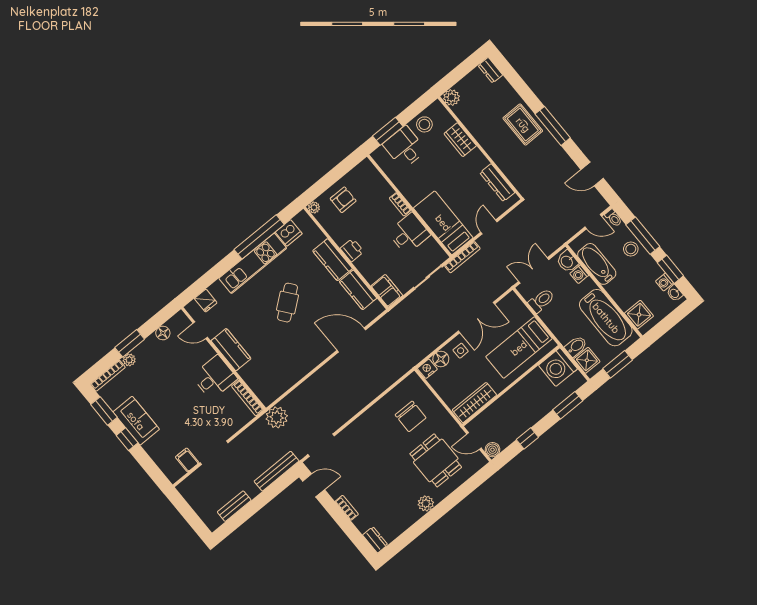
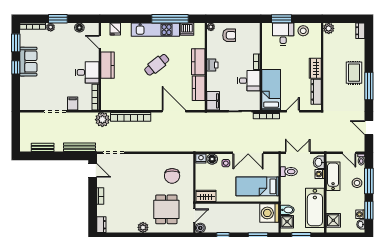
wardrobe: (460, 140) -> (315, 68), moved
bookcase: (307, 387) -> (131, 117), added
wardrobe: (474, 403) -> (206, 196), width x0.67
door: (474, 441) -> (194, 216), swing flipped
filing cabinet: (187, 460) -> (73, 104), moved

